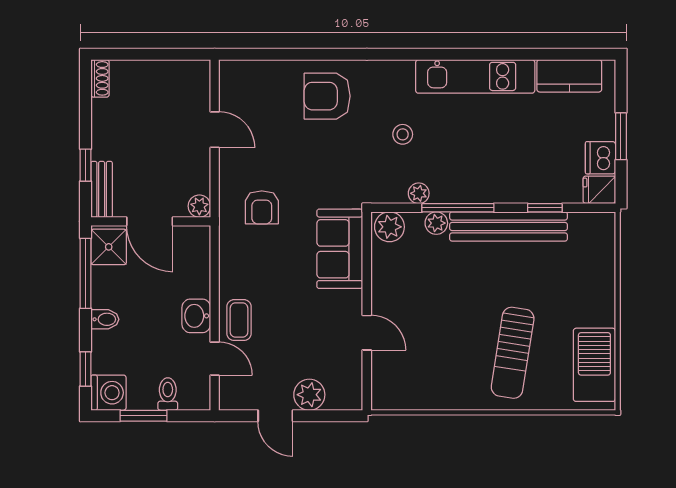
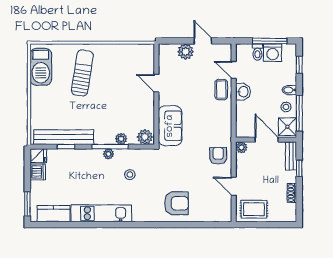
shoe rack: (100, 78) -> (292, 193), moved
rug: (175, 84) -> (254, 209), added
stool: (403, 134) -> (130, 175), moved
window: (621, 136) -> (27, 204), moved
plant: (419, 193) -> (108, 154), moved
armchair: (262, 207) -> (218, 156), moved
bench: (509, 226) -> (64, 137), moved
stool: (112, 286) -> (286, 107), added
washing machine: (109, 393) -> (273, 53), moved, turned -90
window: (144, 416) -> (270, 41), width x1.44

